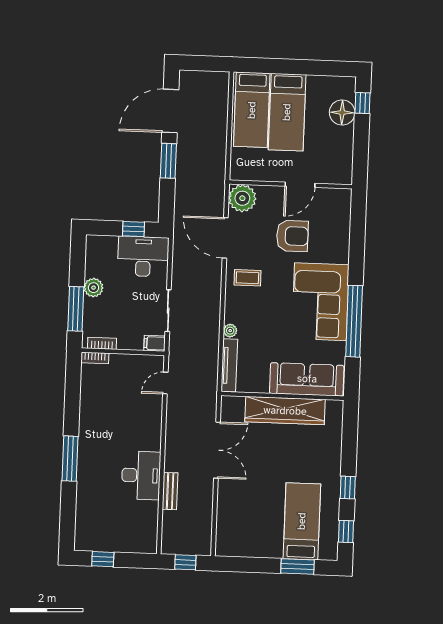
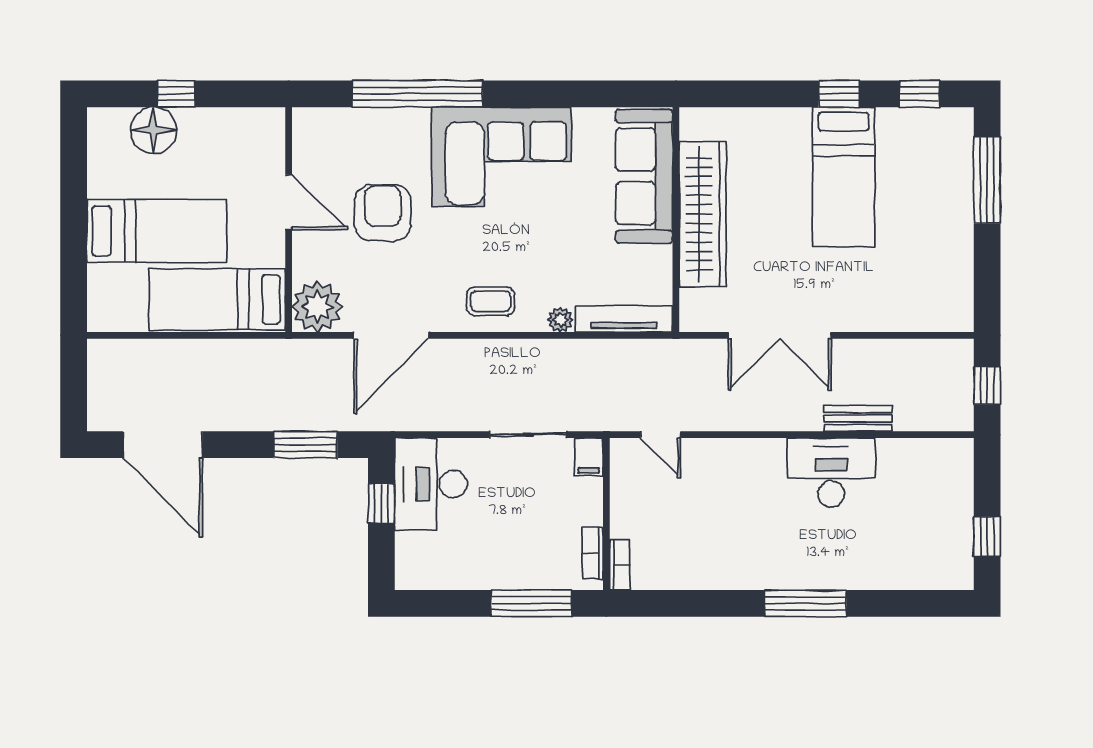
window: (362, 103) -> (176, 94), moved
bed: (252, 110) -> (217, 299), moved, turned 180
window: (168, 161) -> (305, 445), moved
coffee table: (247, 278) -> (491, 301), moved, turned 90
plant: (93, 288) -> (491, 573), removed
window: (354, 321) -> (417, 94), moved
double door: (217, 450) -> (780, 335), swing flipped
bed: (302, 521) -> (844, 177), moved, turned -90
window: (297, 567) -> (987, 180), width x1.44

